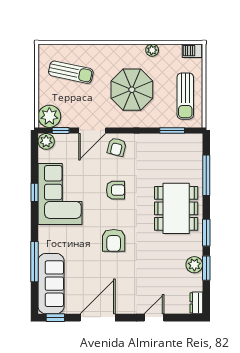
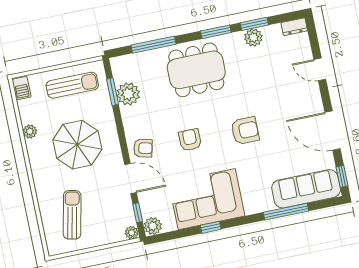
plant: (49, 116) -> (132, 233), width x0.53, depth x0.53
plant: (167, 144) -> (128, 94), added

